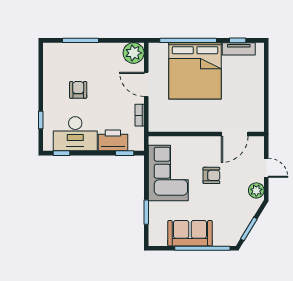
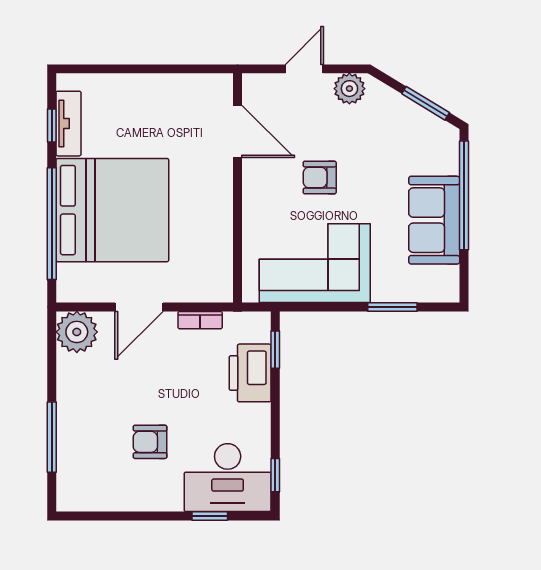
desk: (75, 134) -> (228, 478), moved, turned 90
armchair: (211, 175) -> (320, 178), turned -90

